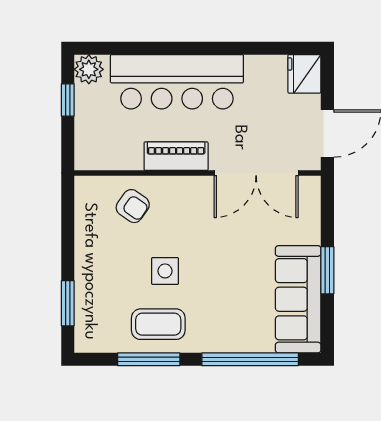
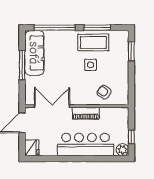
window: (327, 270) -> (22, 65), width x1.44
coffee table: (158, 324) -> (93, 42), width x1.36, depth x1.32

